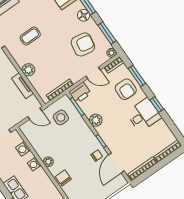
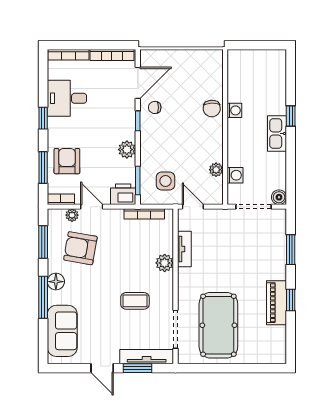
plant: (112, 53) -> (72, 215), moved
desk: (144, 115) -> (67, 98), moved
plant: (48, 162) -> (216, 170), moved
washing machine: (34, 164) -> (234, 110), moved

